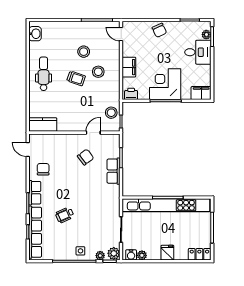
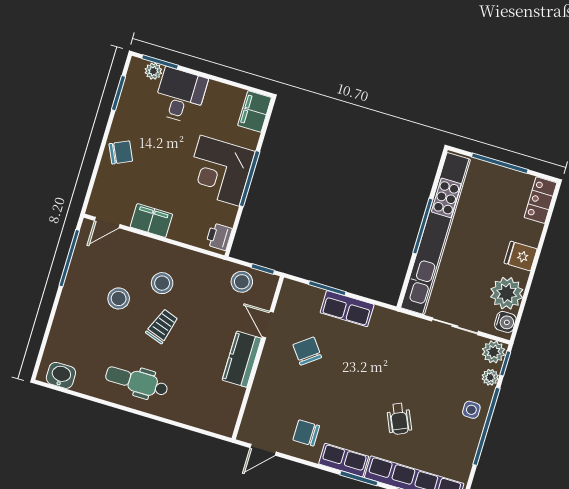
filing cabinet: (129, 67) -> (151, 221), moved
kitchen counter: (43, 125) -> (242, 359), moved
plant: (142, 255) -> (507, 293), width x1.88, depth x1.88

